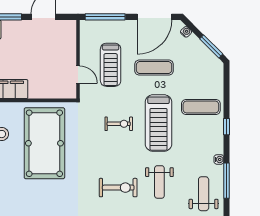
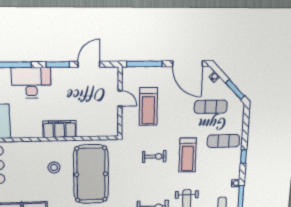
door: (154, 17) -> (188, 64), hinge flipped
exercise mat: (154, 68) -> (211, 107), moved
door: (78, 75) -> (120, 98), moved
treadmill: (158, 123) -> (188, 155), width x0.73, depth x0.73

